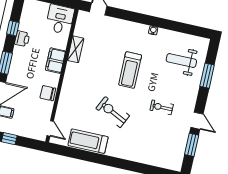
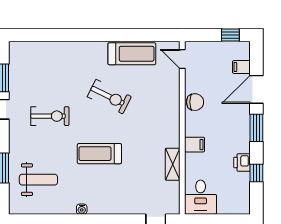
filing cabinet: (55, 61) -> (195, 145), width x0.50
treadmill: (130, 70) -> (99, 154), turned -90
exercise bike: (162, 107) -> (50, 116), width x1.38, depth x1.39

